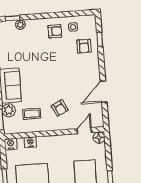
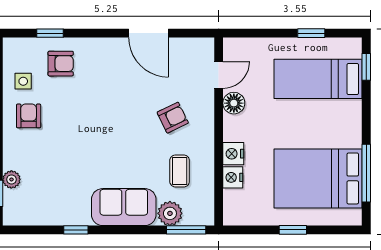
door: (84, 131) -> (219, 75), swing flipped
floor lamp: (99, 138) -> (234, 103), moved
nightstand: (11, 144) -> (233, 154), moved

